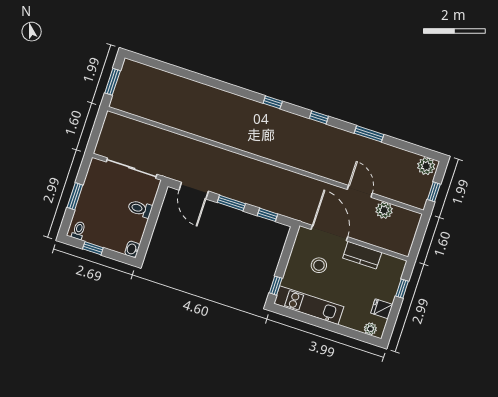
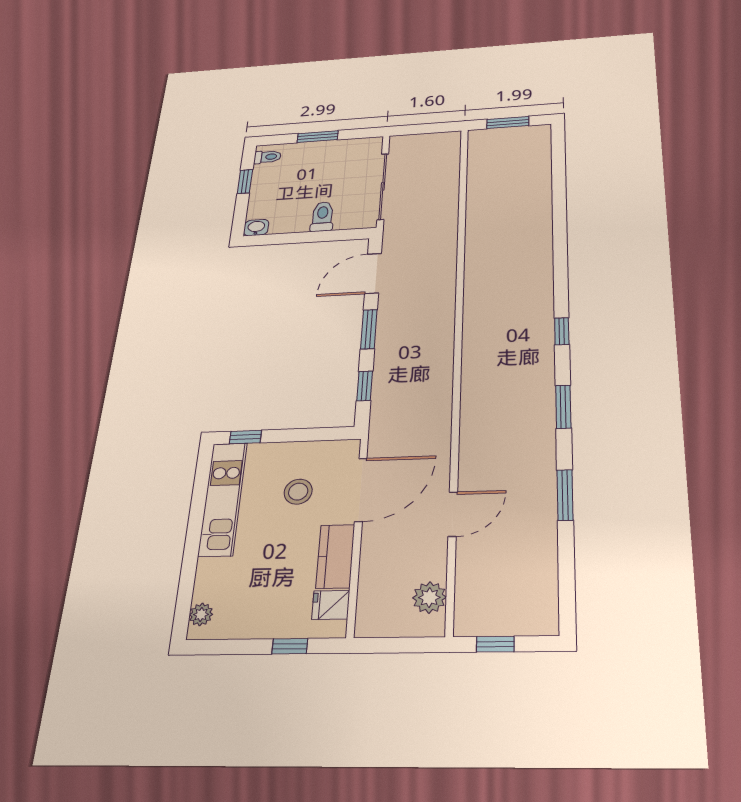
window: (319, 117) -> (563, 407), width x1.50
plant: (426, 166) -> (541, 614), removed
plant: (384, 210) -> (429, 598), moved
fridge: (382, 309) -> (331, 605), moved, turned -90

